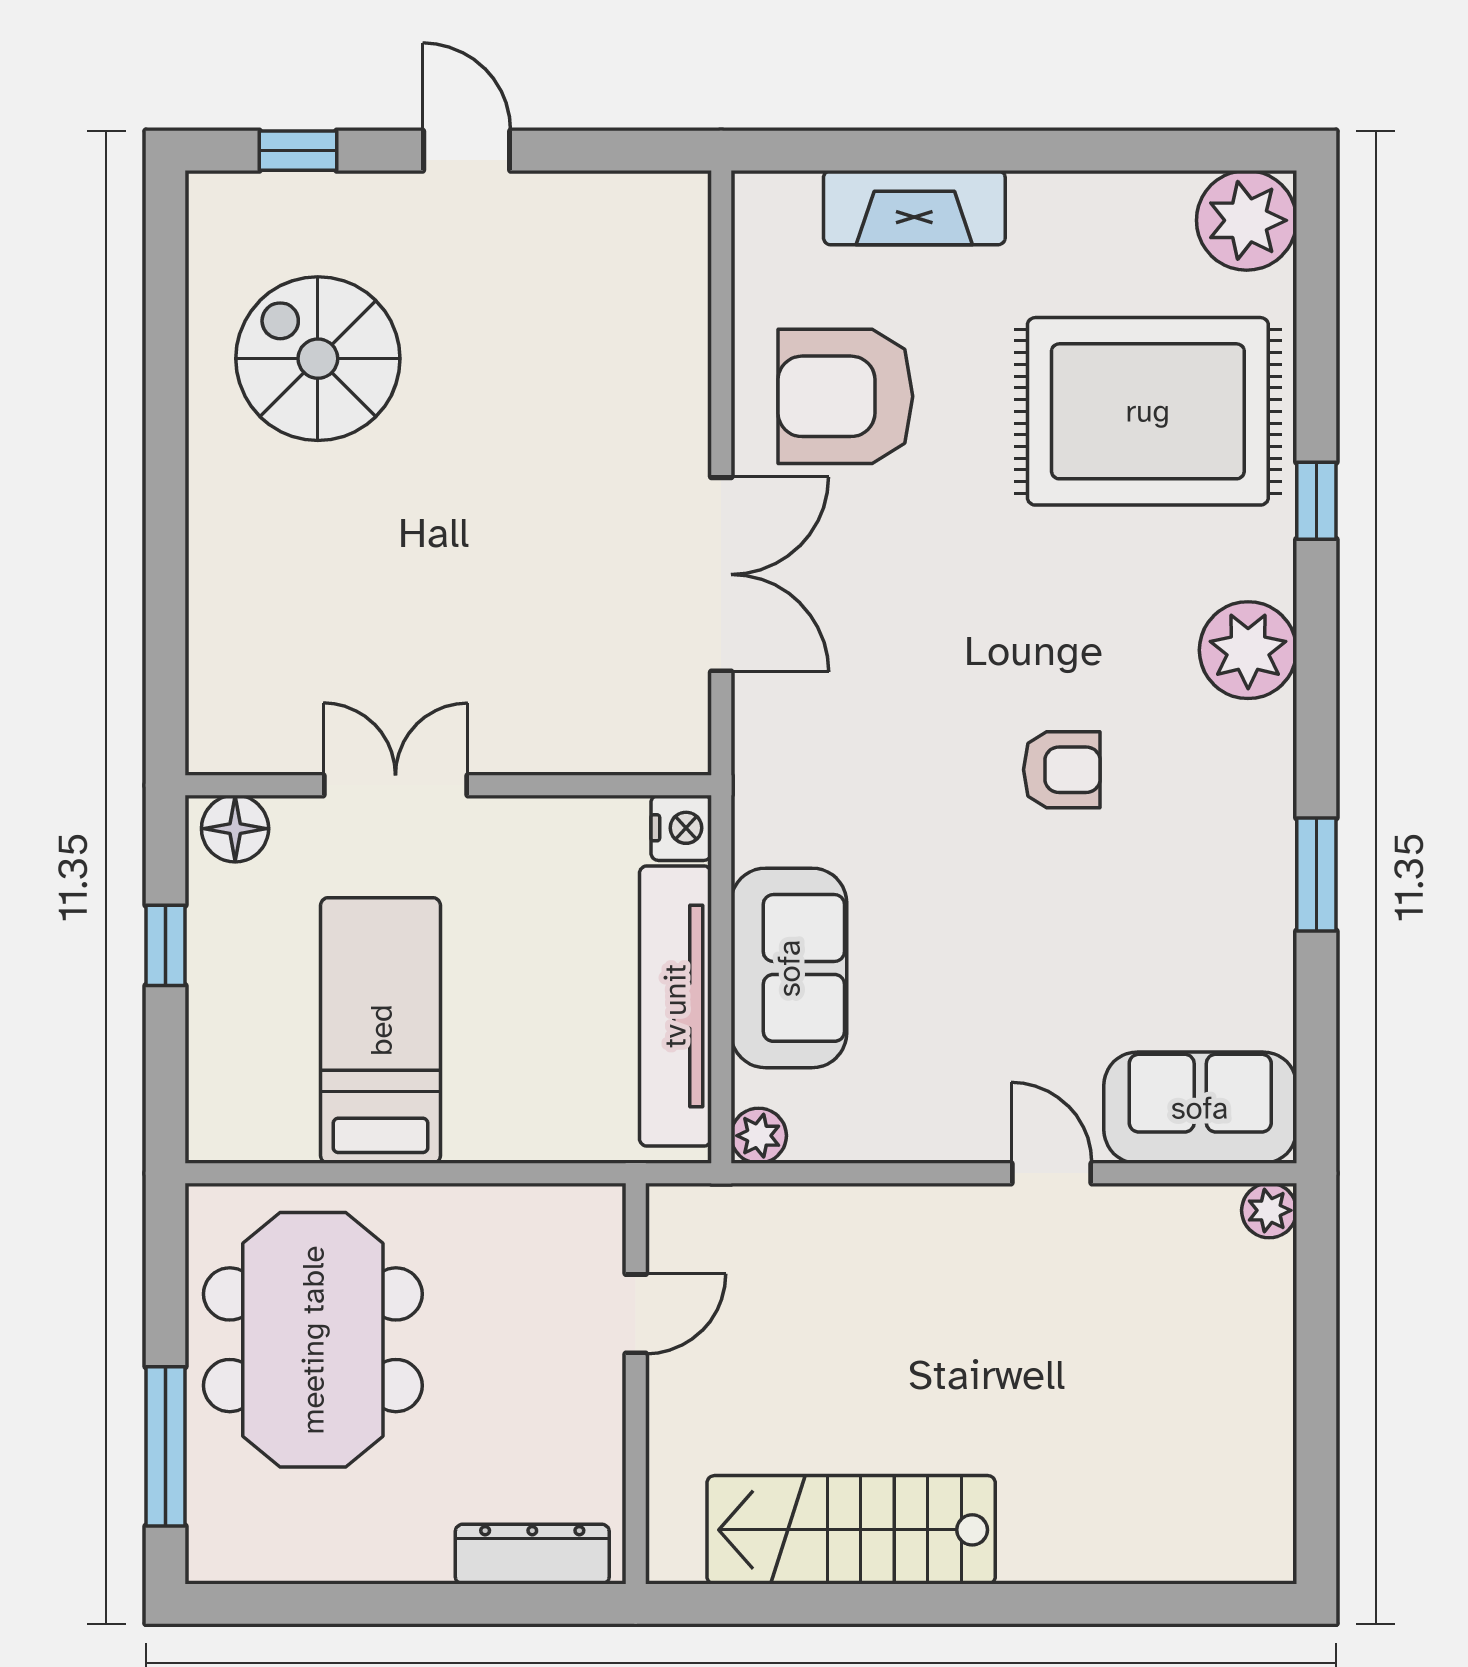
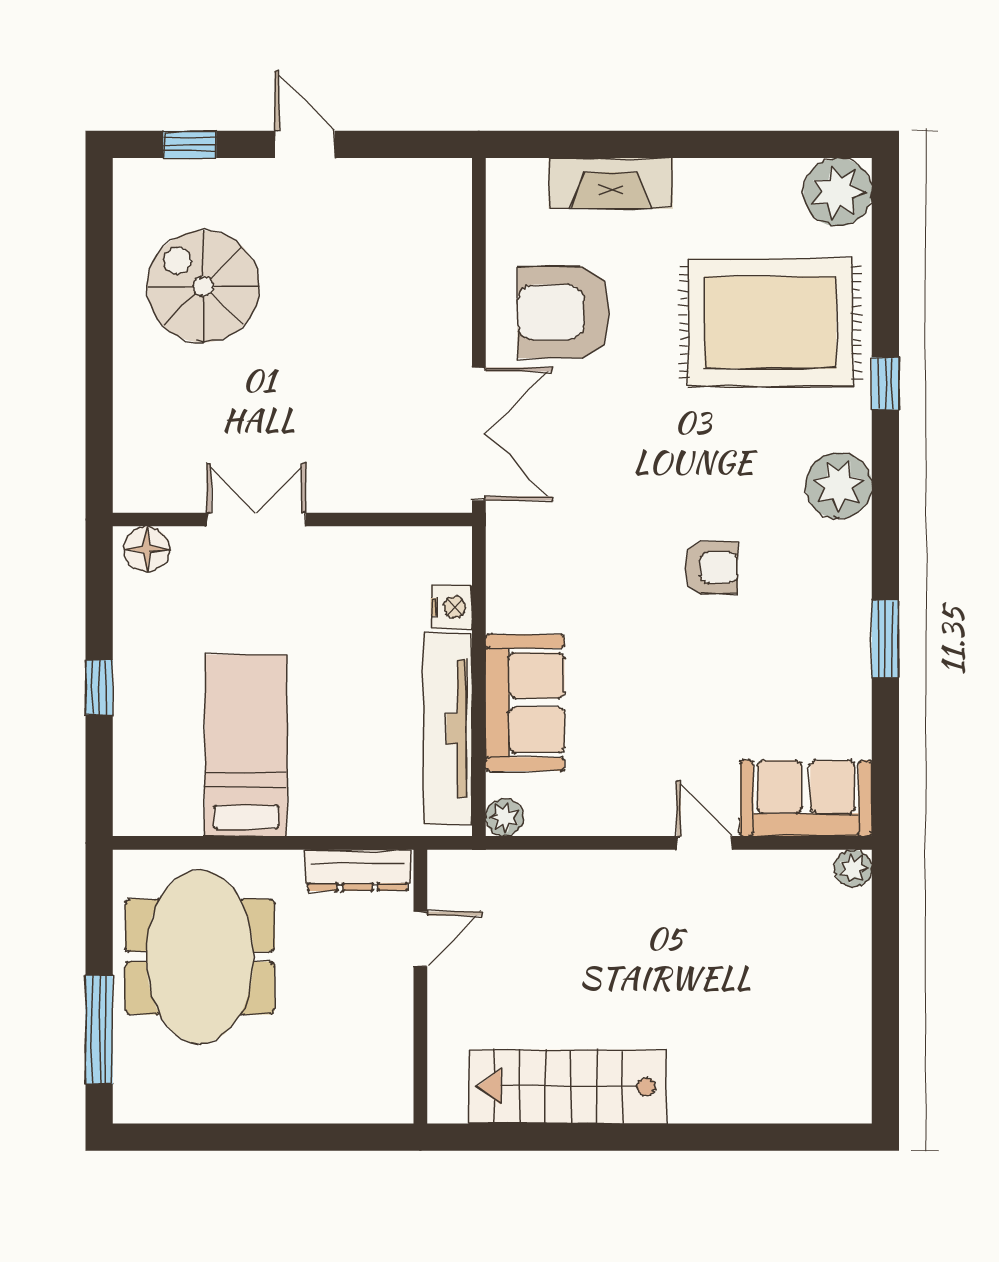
double door: (396, 785) -> (256, 519), moved
wall: (448, 785) -> (292, 519), moved
floor lamp: (235, 829) -> (147, 549), moved
dresser: (532, 1554) -> (358, 870), moved, turned 180

